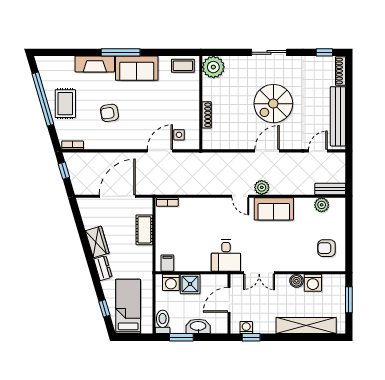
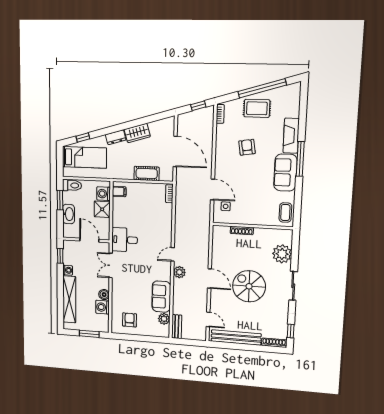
plant: (213, 67) -> (282, 254), moved
sofa: (274, 209) -> (161, 297), moved
washing machine: (246, 328) -> (68, 270), moved

